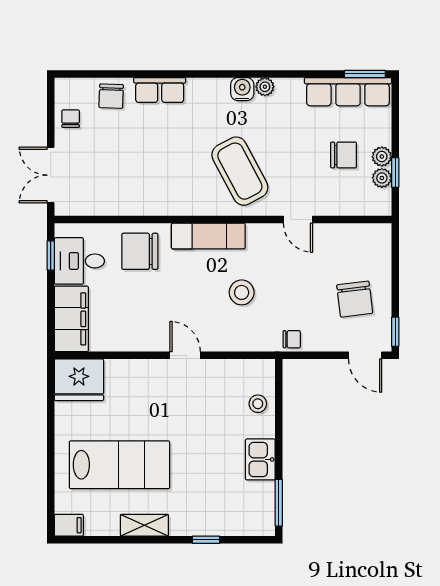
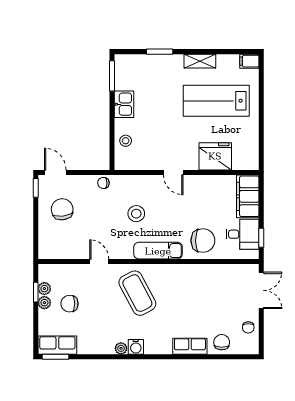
row of seats: (348, 92) -> (57, 345), width x0.68
fridge: (79, 380) -> (215, 156), moved
window: (206, 540) -> (160, 52), width x1.50

